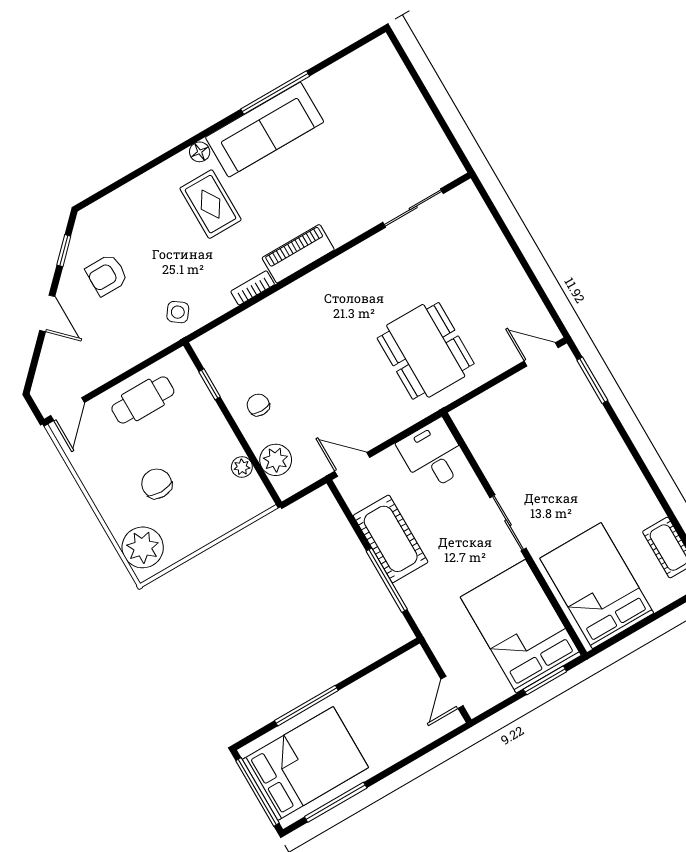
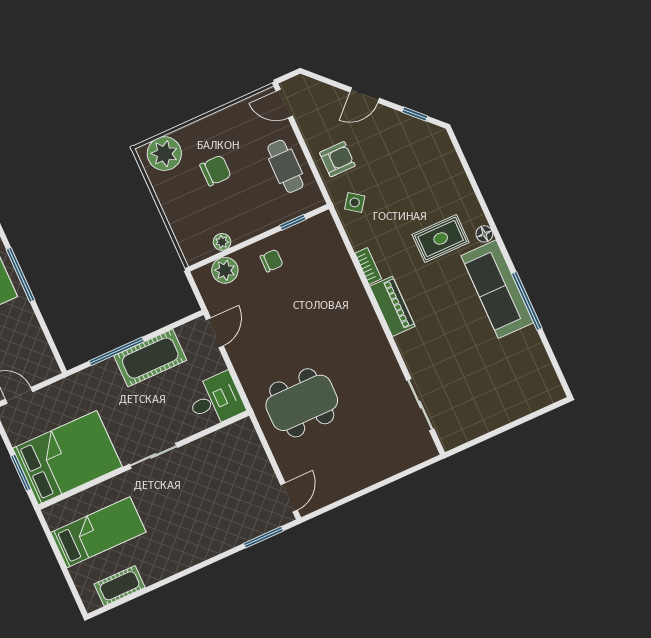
armchair: (107, 275) -> (337, 159), moved, turned 90
bed: (597, 586) -> (98, 532), width x0.67

